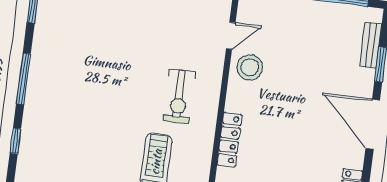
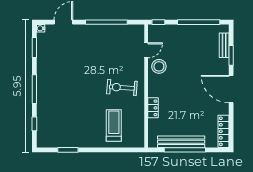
exercise bike: (179, 96) -> (122, 88), turned 94
locker: (230, 140) -> (153, 108), width x0.66

